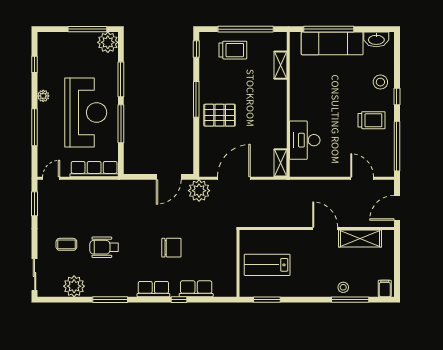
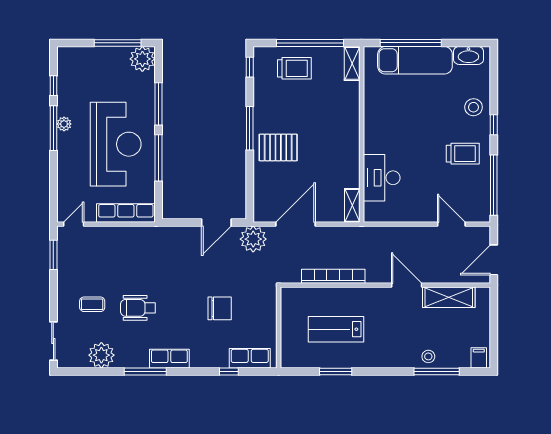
shelving: (281, 65) -> (352, 63), moved
window: (35, 127) -> (53, 128), moved
bookcase: (265, 221) -> (333, 276), added
wall: (238, 263) -> (279, 327), moved
row of seats: (153, 289) -> (169, 359), moved

